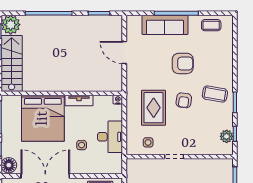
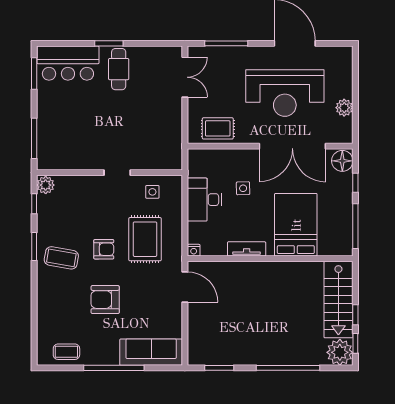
sofa: (165, 25) -> (151, 352), moved
door: (124, 53) -> (185, 287), moved
armchair: (184, 100) -> (104, 249), turned 82
bed: (43, 118) -> (296, 225), width x0.73
plant: (227, 136) -> (46, 185), moved

